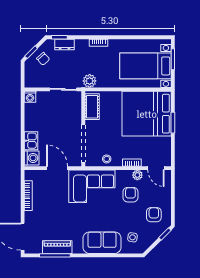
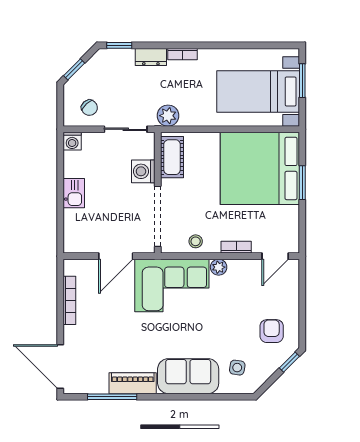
dresser: (65, 44) -> (151, 57), moved
chair: (43, 59) -> (89, 108), moved
kitchen sink: (31, 141) -> (74, 193), moved
washing machine: (32, 158) -> (143, 171), moved, turned 180
door: (57, 168) -> (116, 256), swing flipped
door: (156, 168) -> (275, 256), hinge flipped
plant: (137, 175) -> (219, 267), moved
armchair: (130, 195) -> (234, 299), removed
piano: (57, 247) -> (133, 383), moved

